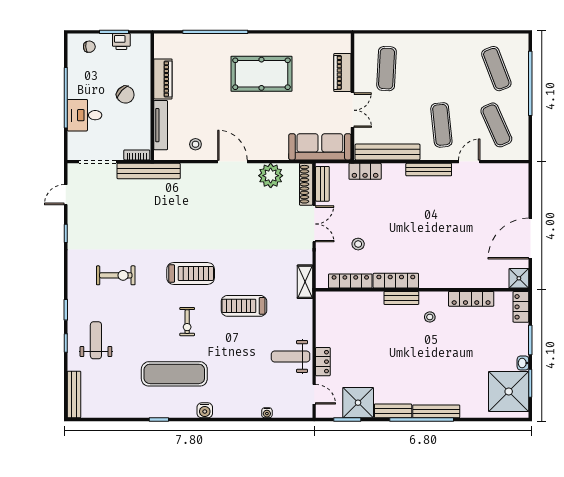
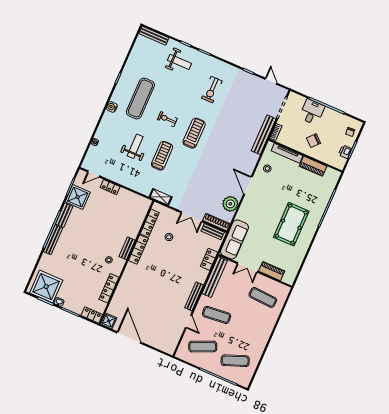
door: (232, 162) -> (248, 185), swing flipped
treadmill: (191, 273) -> (194, 133), turned 180
weight bench: (291, 356) -> (135, 146), moved

